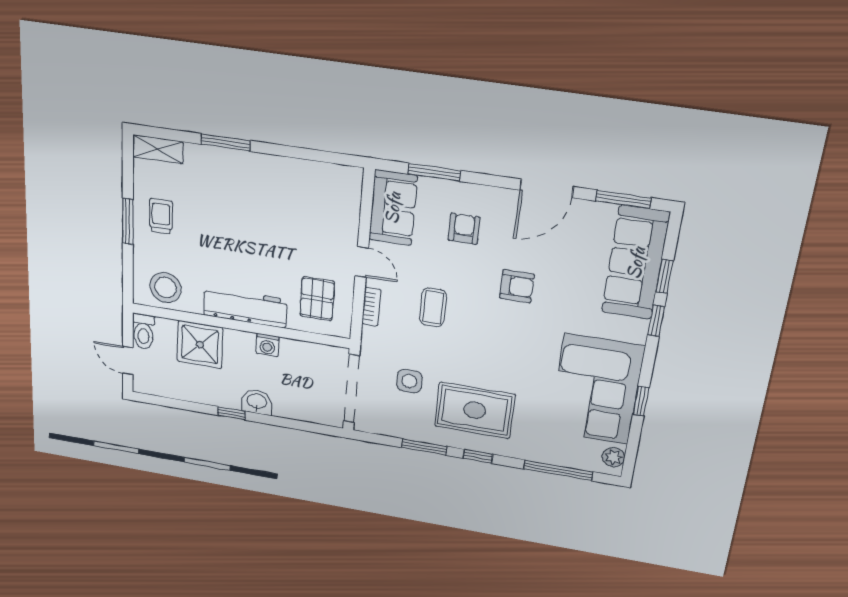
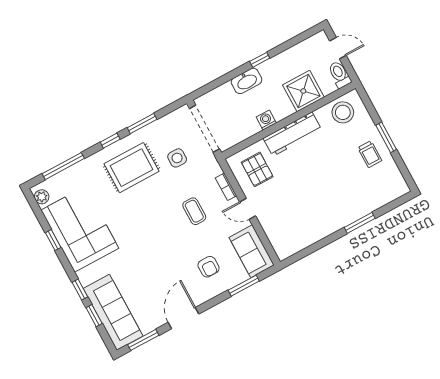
shelving: (158, 149) -> (393, 192), removed
armchair: (517, 286) -> (161, 256), removed
washbasin: (257, 402) -> (247, 81), width x1.38

